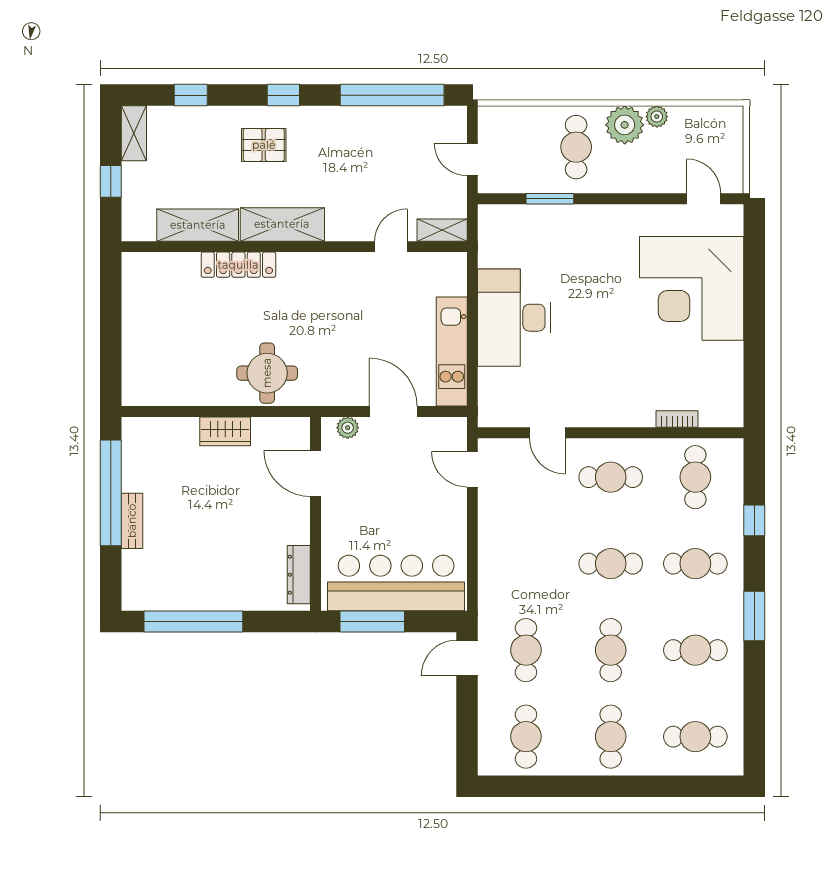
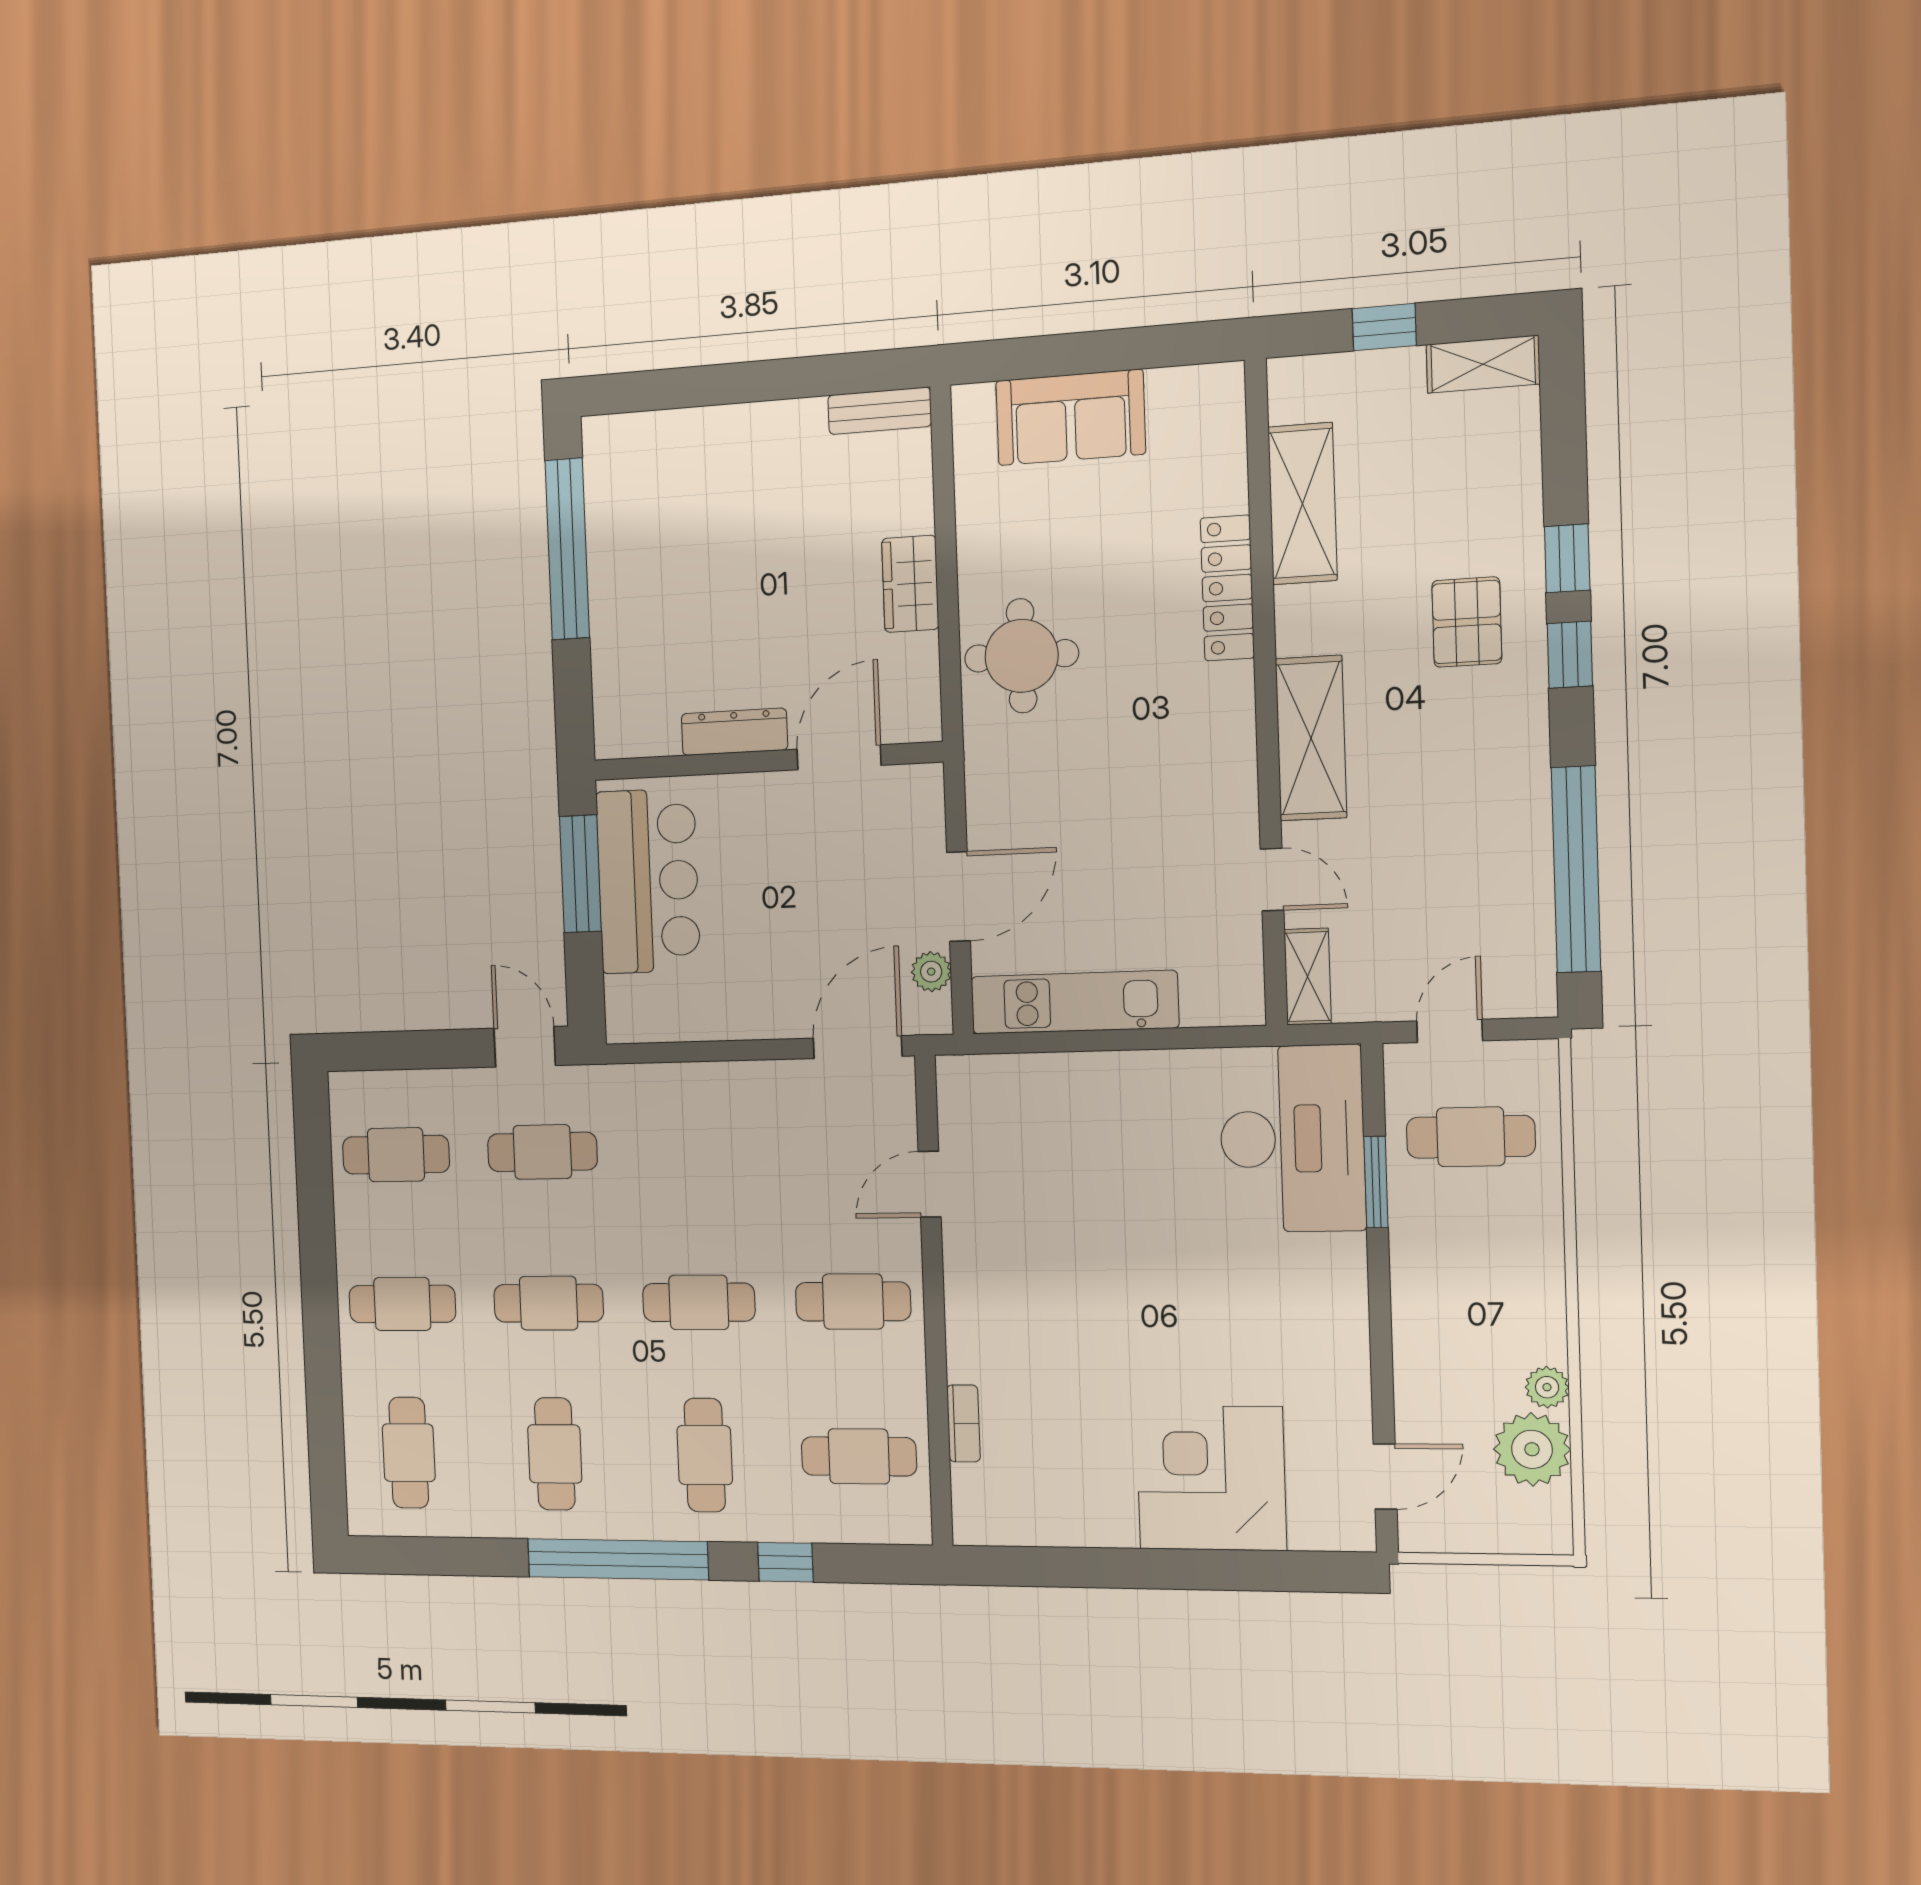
window: (191, 95) -> (1567, 558), moved
plant: (625, 125) -> (1532, 1449), moved
cafe table: (576, 147) -> (1471, 1137), moved
shelving: (282, 224) -> (1311, 738), moved
corner desk: (692, 288) -> (1211, 1478), width x0.74, depth x0.74
desk: (514, 318) -> (1292, 1139), moved, turned 90
sofa: (144, 343) -> (1070, 417), added
plant: (348, 428) -> (931, 972), moved
door: (472, 469) -> (858, 1047), width x1.38
cafe table: (611, 477) -> (853, 1302), turned 90
window: (111, 493) -> (790, 378), removed
bench: (132, 521) -> (880, 411), moved
cafe table: (611, 564) -> (699, 1302), turned 90
dresser: (299, 575) -> (734, 732), moved
bar counter: (396, 583) -> (648, 881), width x0.73
window: (754, 616) -> (618, 1559), width x2.11

